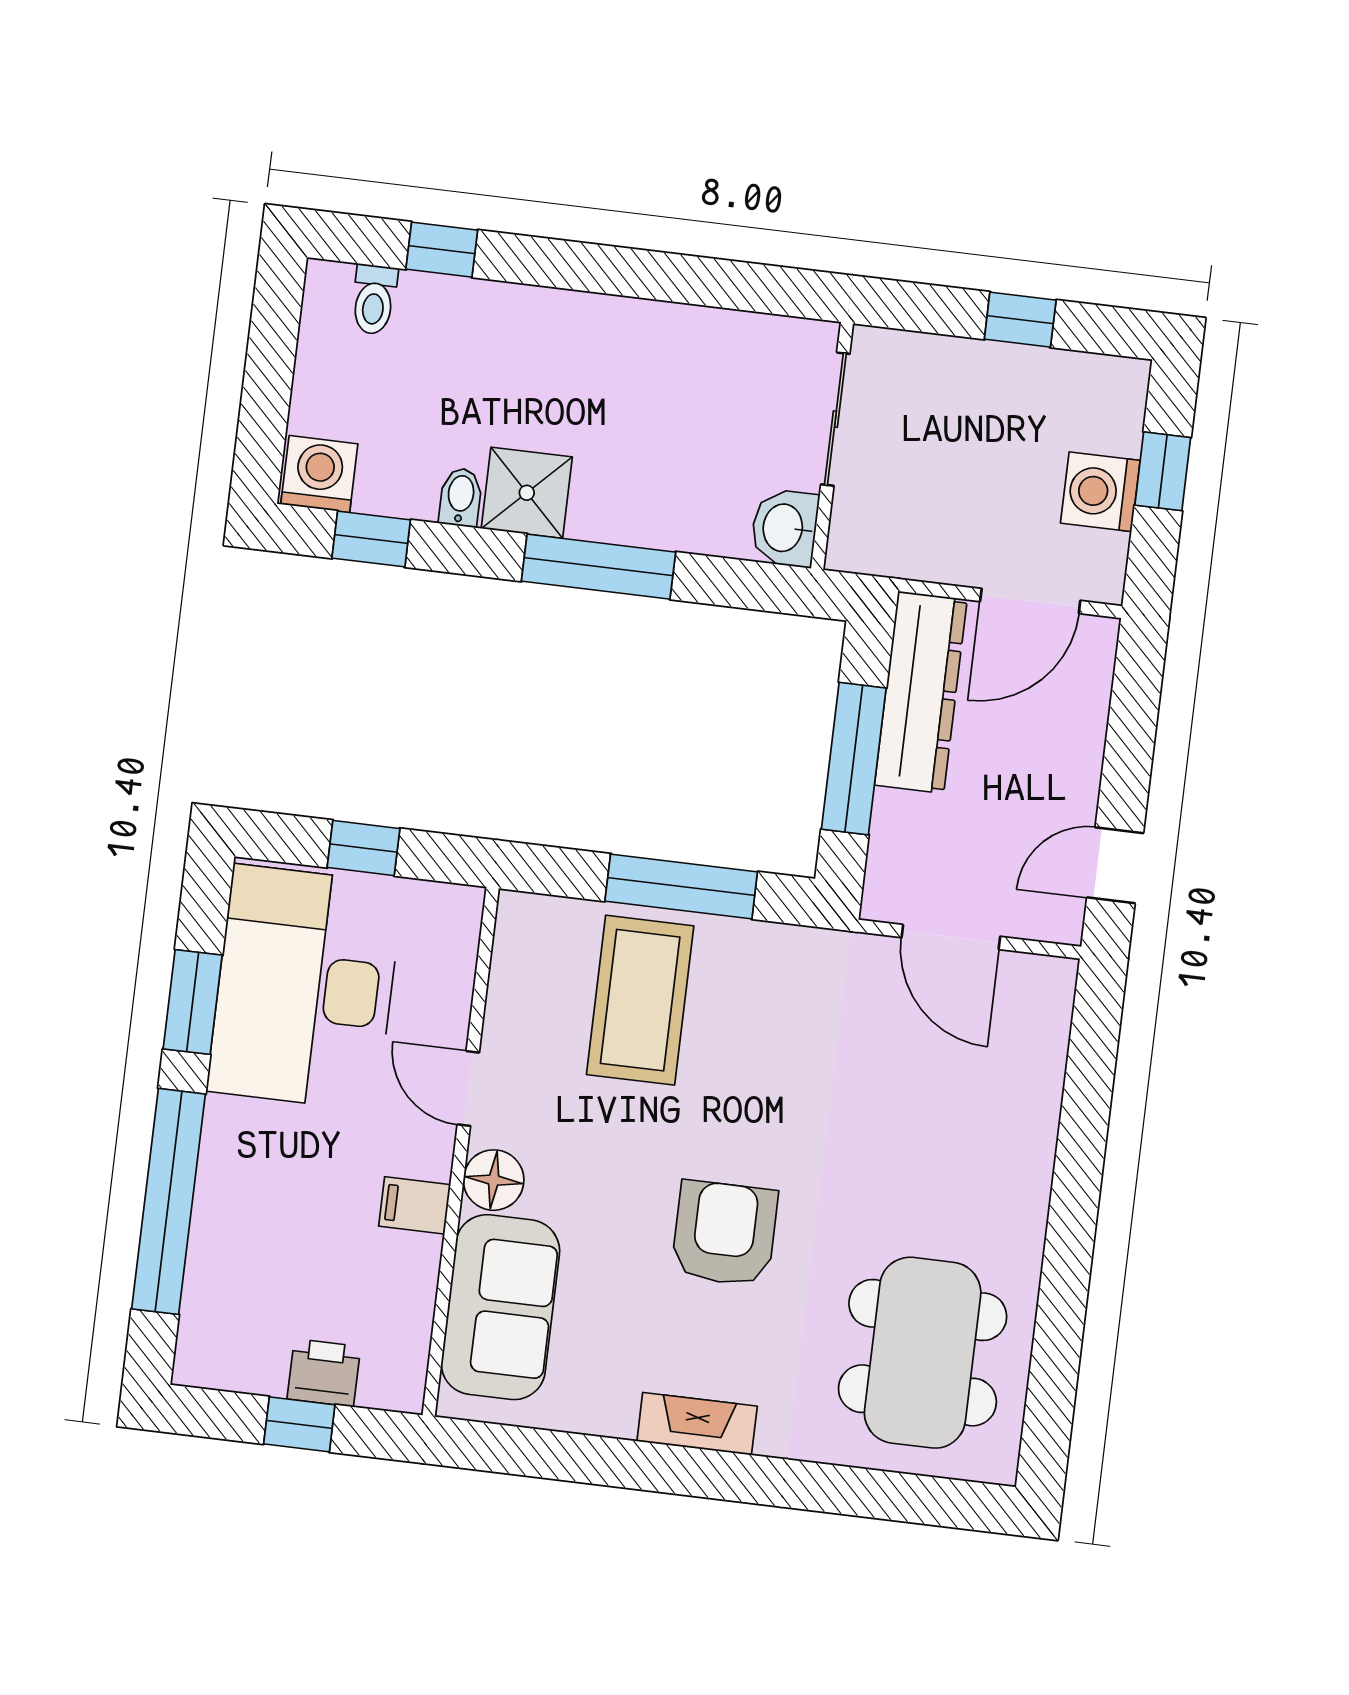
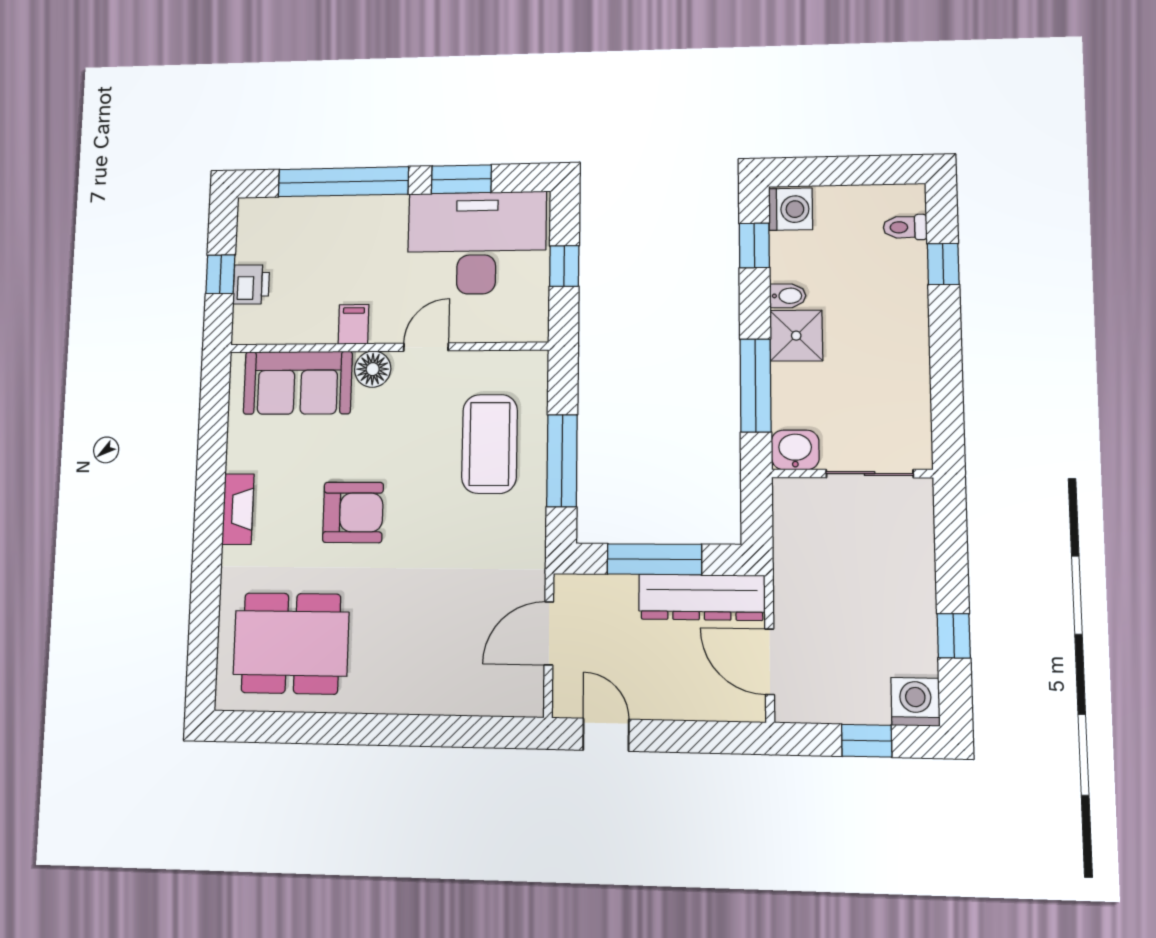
sliding door: (835, 419) -> (870, 474), moved
wall: (832, 446) -> (852, 474), moved
washing machine: (1100, 492) -> (915, 702), moved
washbasin: (785, 528) -> (795, 450), moved
coffee table: (640, 1000) -> (490, 444), turned 90

